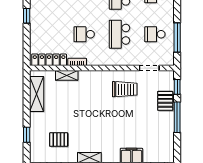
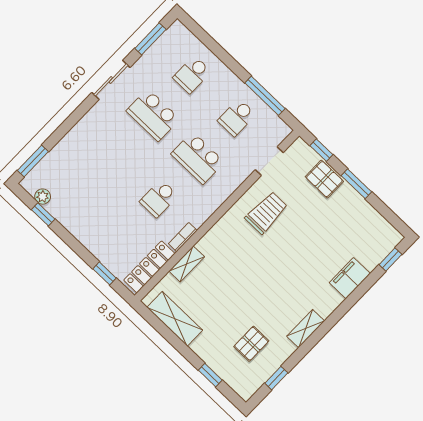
window: (27, 16) -> (105, 273), moved
window: (177, 117) -> (356, 184), width x0.69

